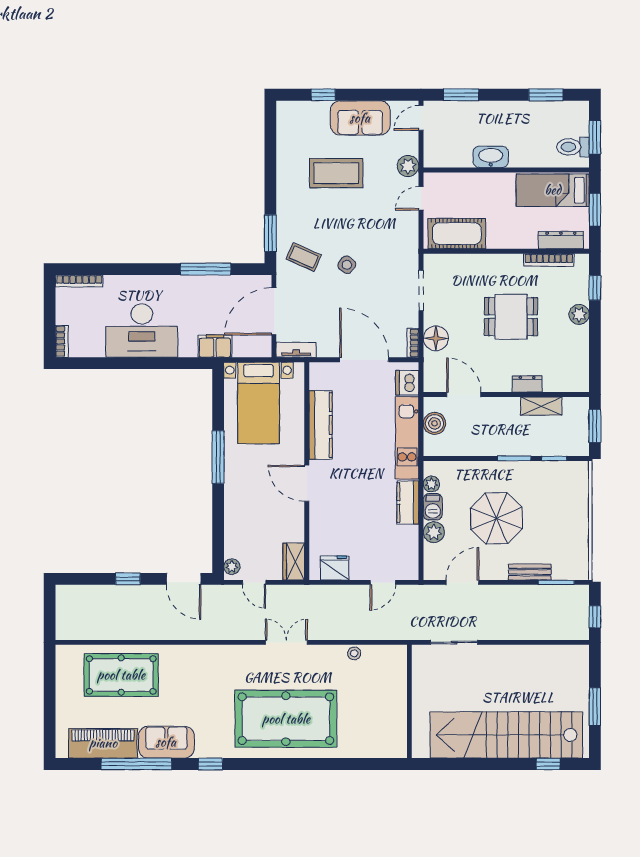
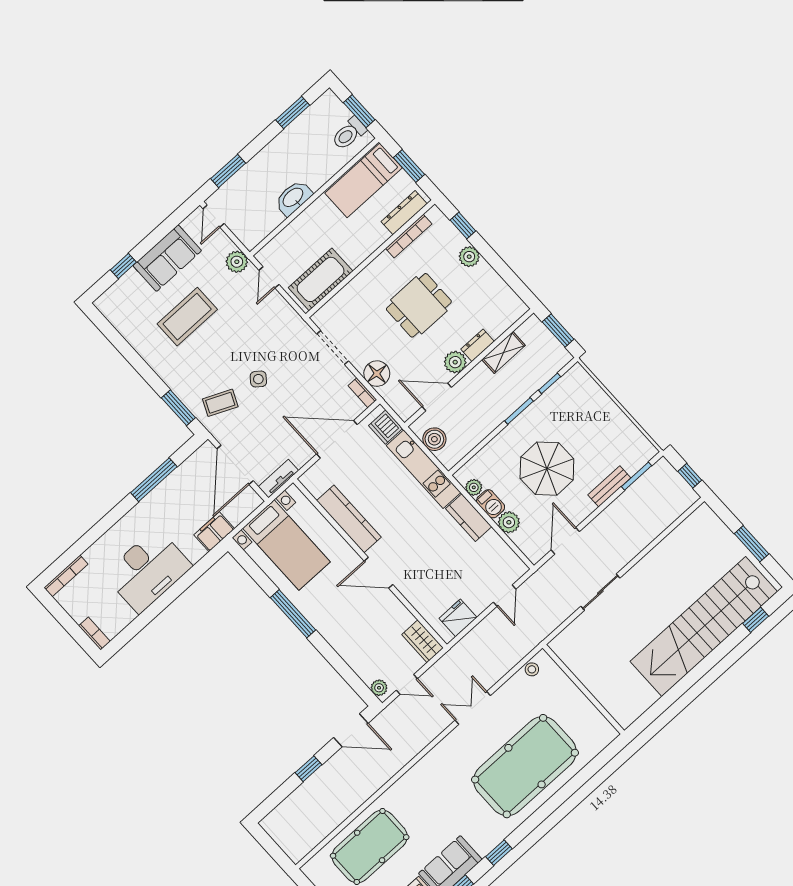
plant: (500, 381) -> (455, 362), added
wall: (409, 701) -> (583, 689), moved

